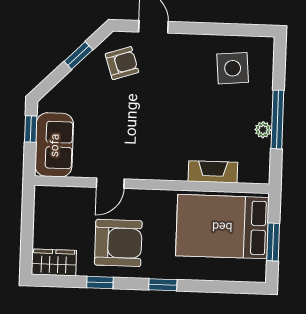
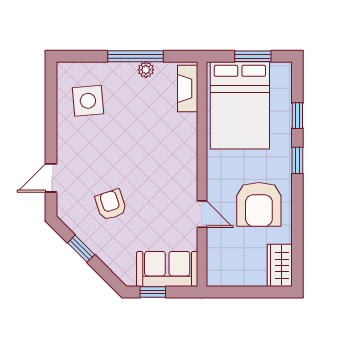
armchair: (122, 63) -> (111, 205), moved
fireplace: (213, 172) -> (188, 88), moved
armchair: (118, 243) -> (259, 204), turned 180
window: (100, 282) -> (297, 116), moved

